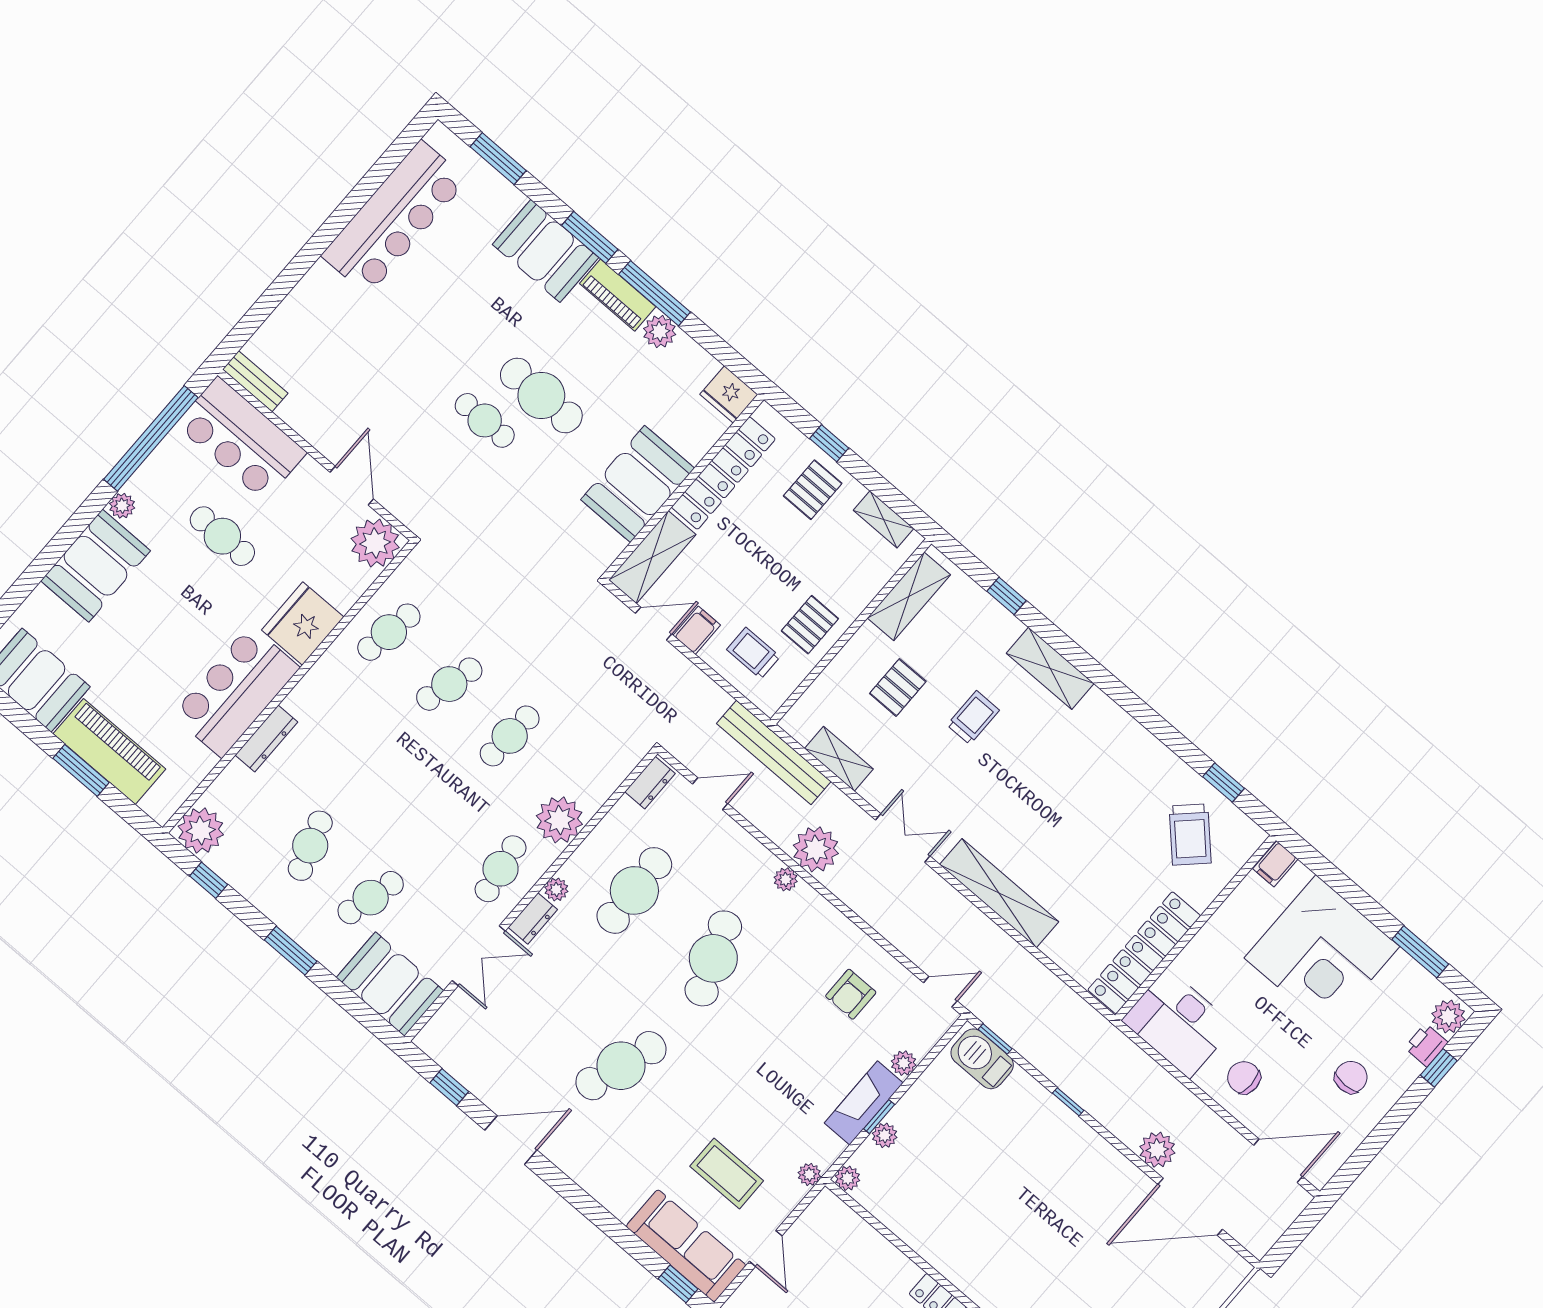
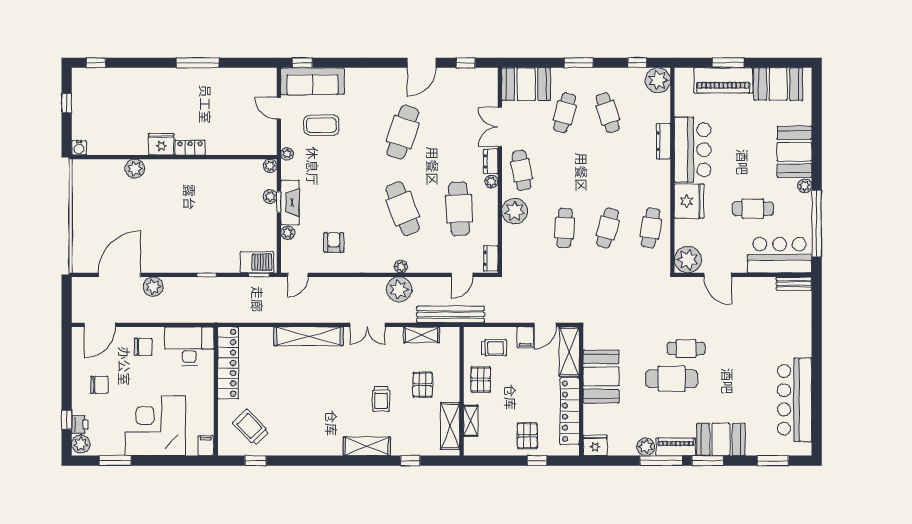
shelving: (884, 519) -> (471, 421), moved, turned 90
chair: (1351, 1077) -> (99, 385), turned -90

